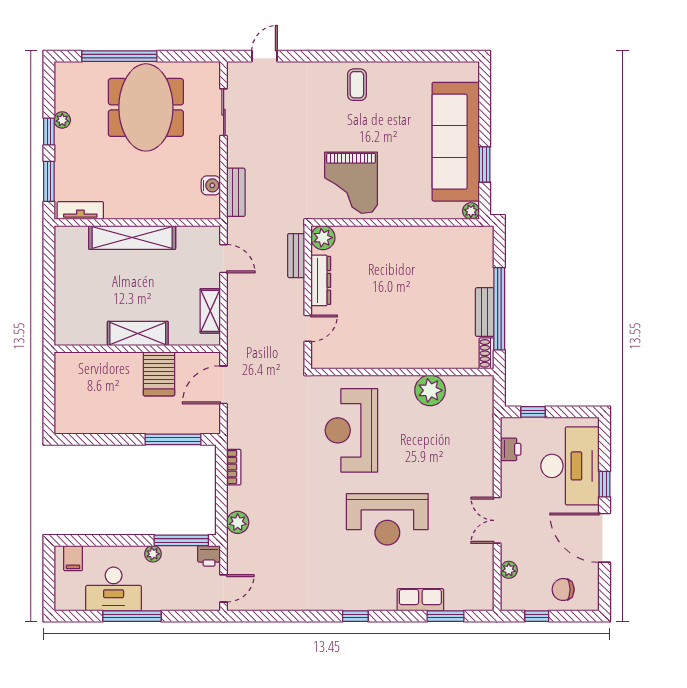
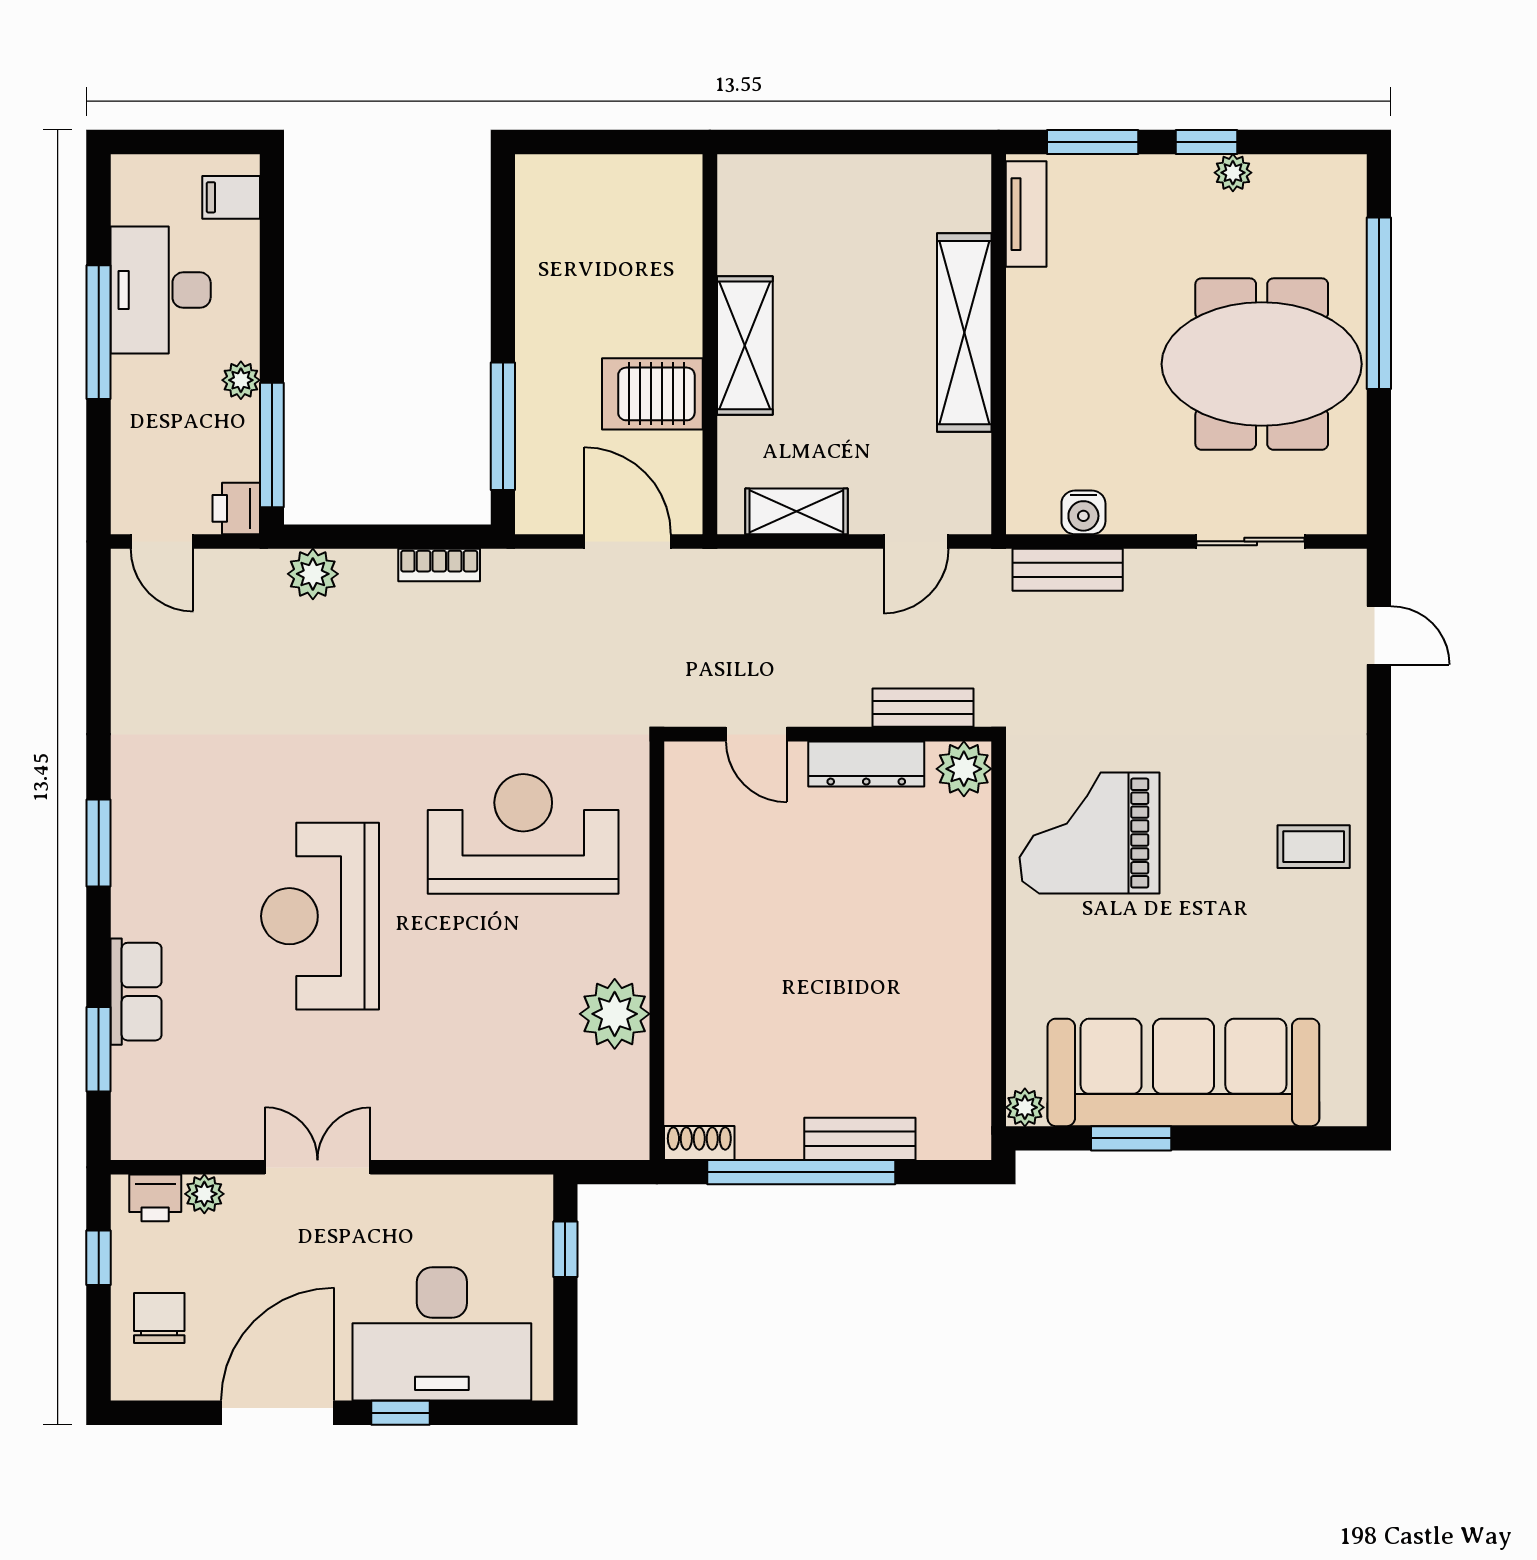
bench: (485, 312) -> (860, 1139), moved
printer: (511, 449) -> (155, 1198), moved
window: (355, 616) -> (99, 843), width x1.50

